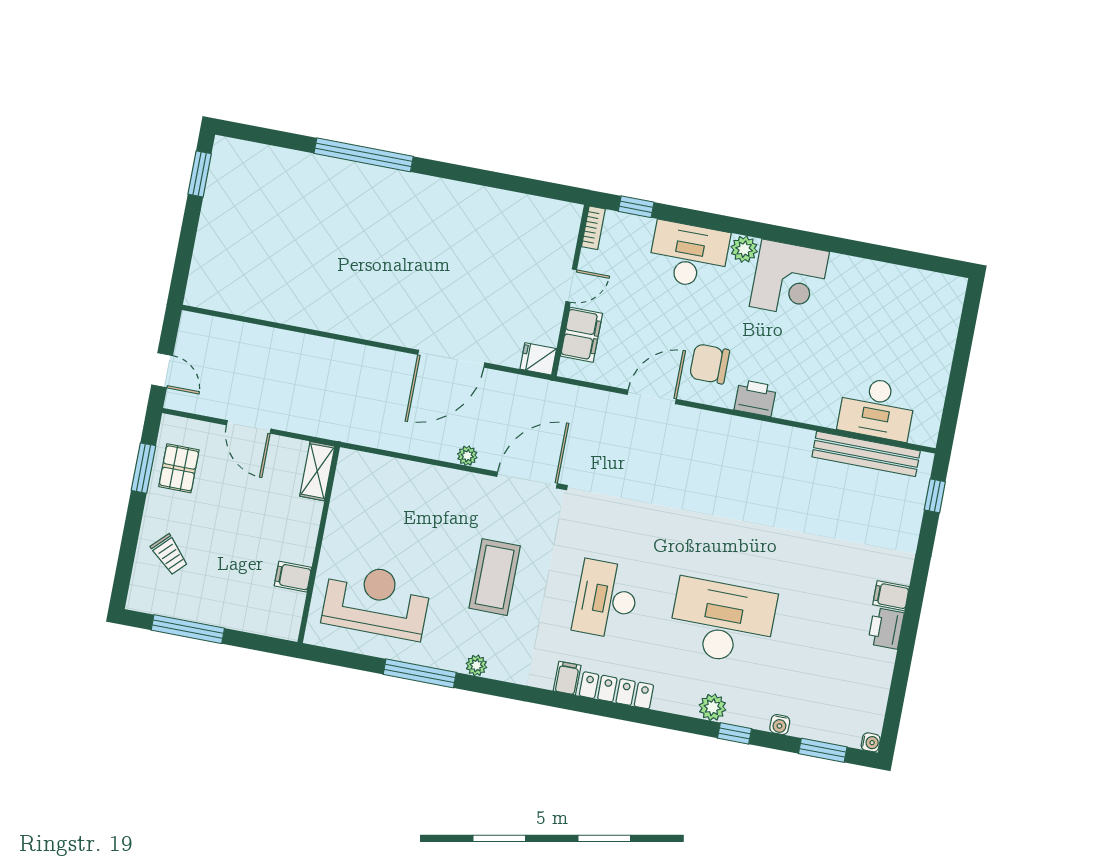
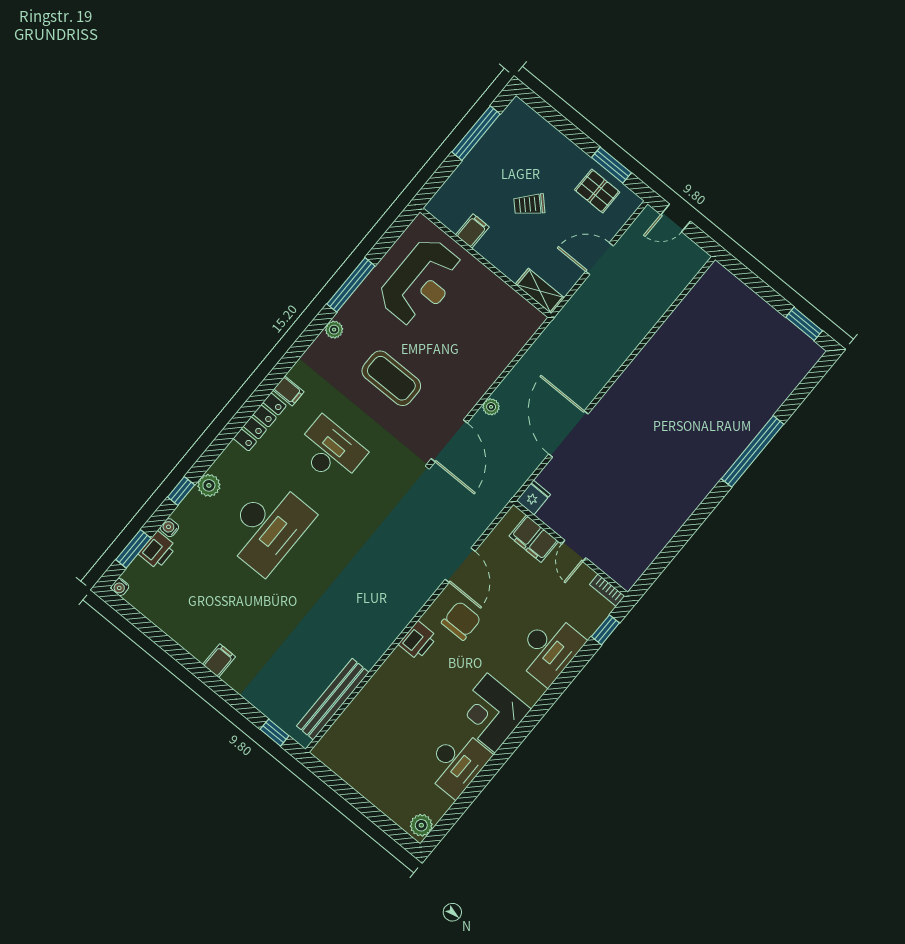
plant: (744, 249) -> (421, 825), moved
desk: (877, 408) -> (457, 763), moved, turned 180
trolley: (169, 554) -> (529, 205), moved
printer: (886, 628) -> (157, 550), moved, turned 90

